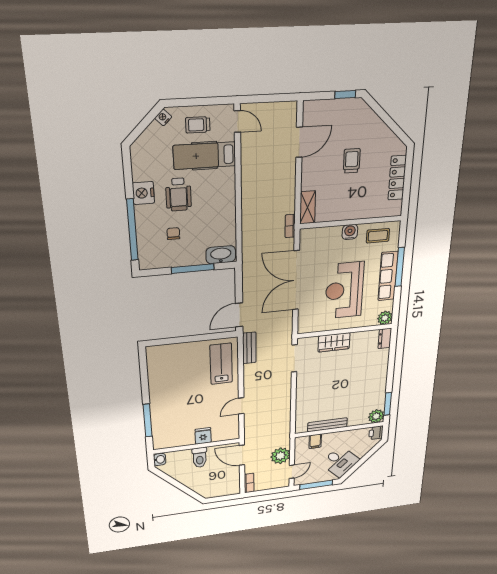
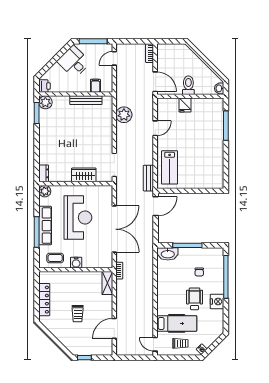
plant: (280, 456) -> (124, 115), moved

